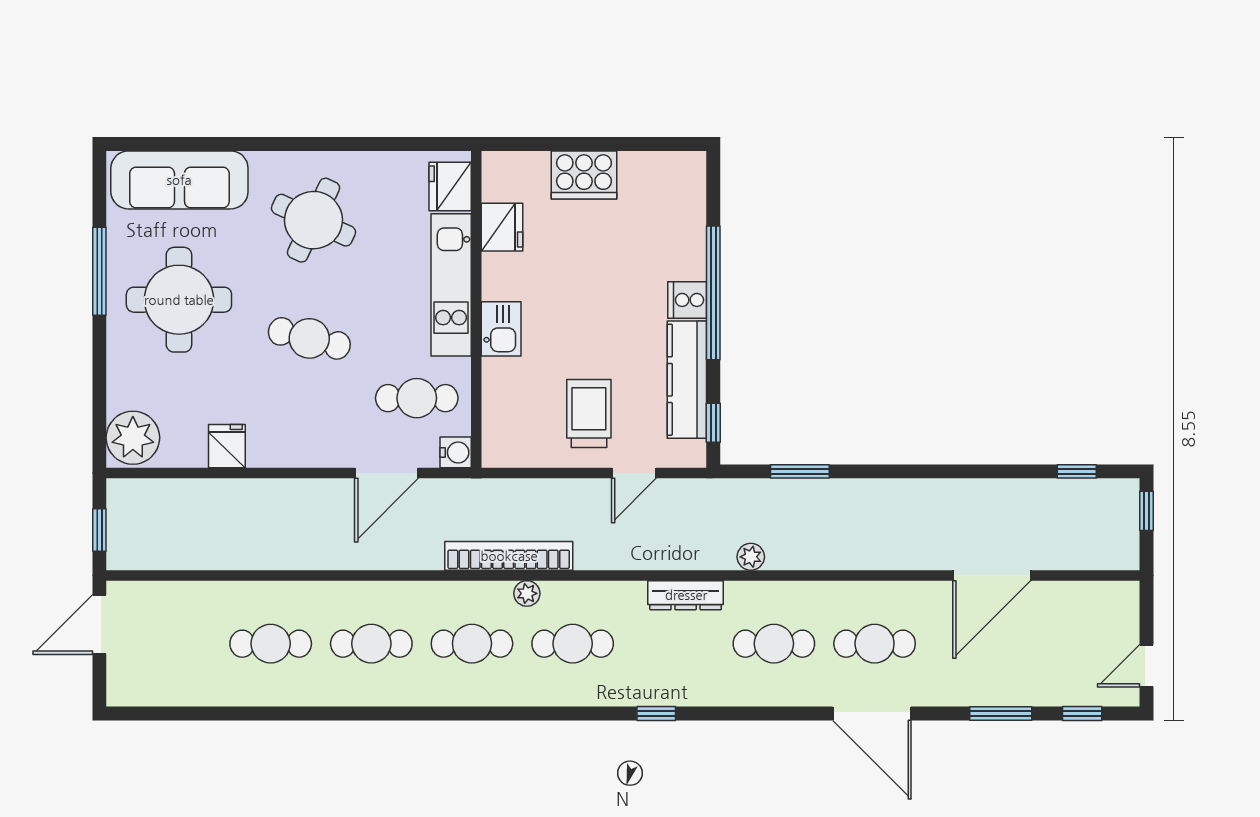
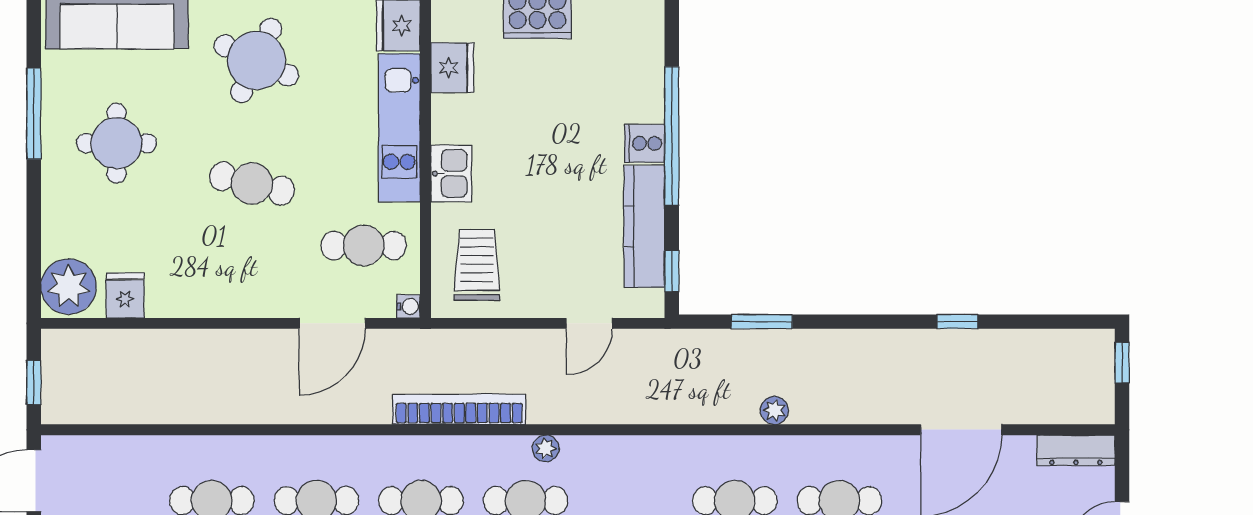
round table: (179, 300) -> (117, 143), width x0.73, depth x0.73
trolley: (589, 413) -> (477, 265), moved
fridge: (227, 446) -> (125, 295), moved
water cooler: (456, 452) -> (408, 306), width x0.72, depth x0.72
window: (1077, 471) -> (957, 322), moved
plant: (751, 557) -> (774, 410), moved
plant: (527, 593) -> (546, 448), moved
dresser: (686, 595) -> (1076, 450), moved

